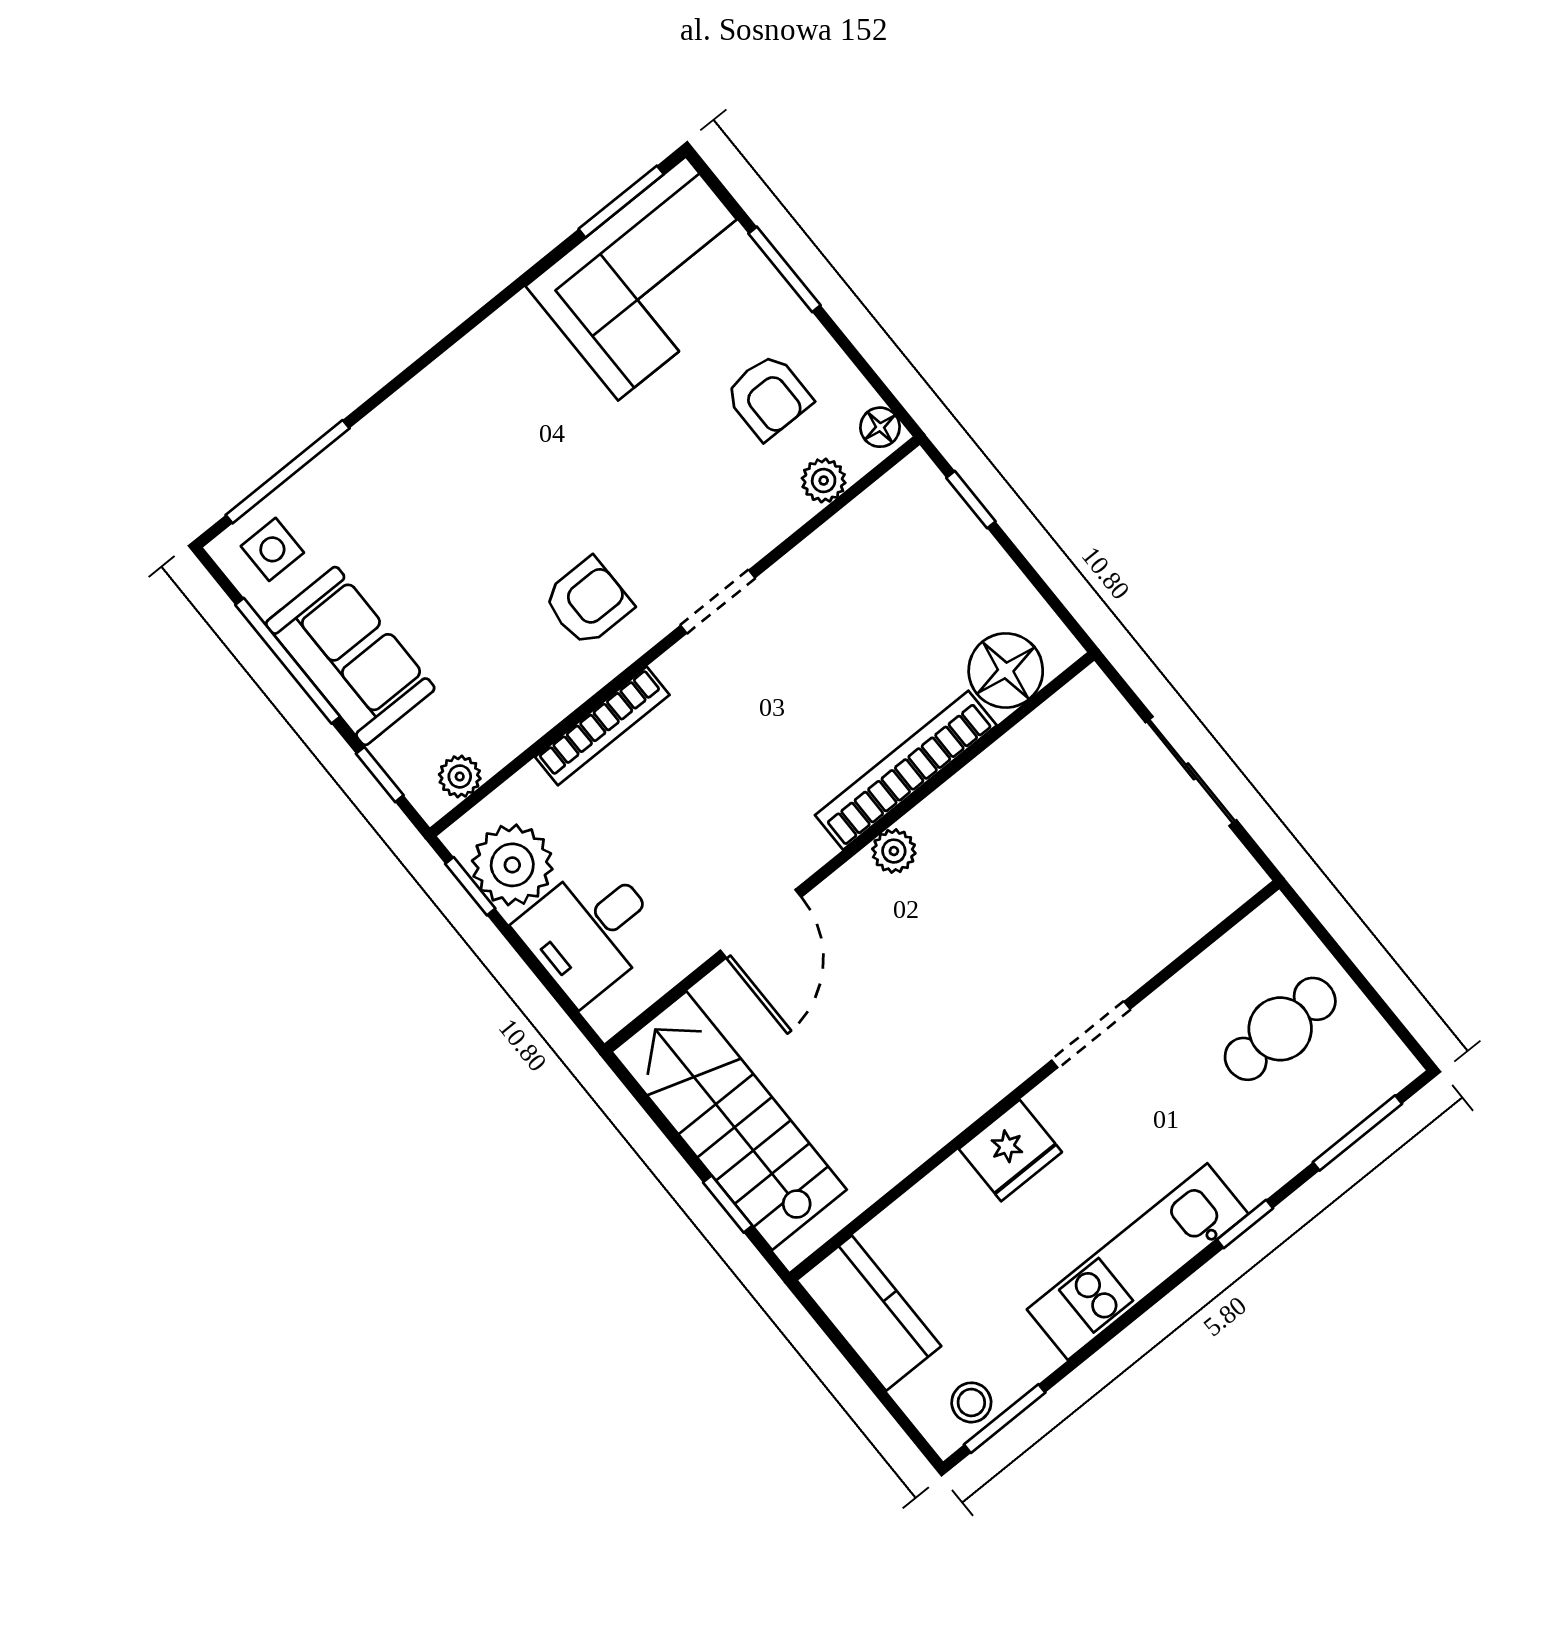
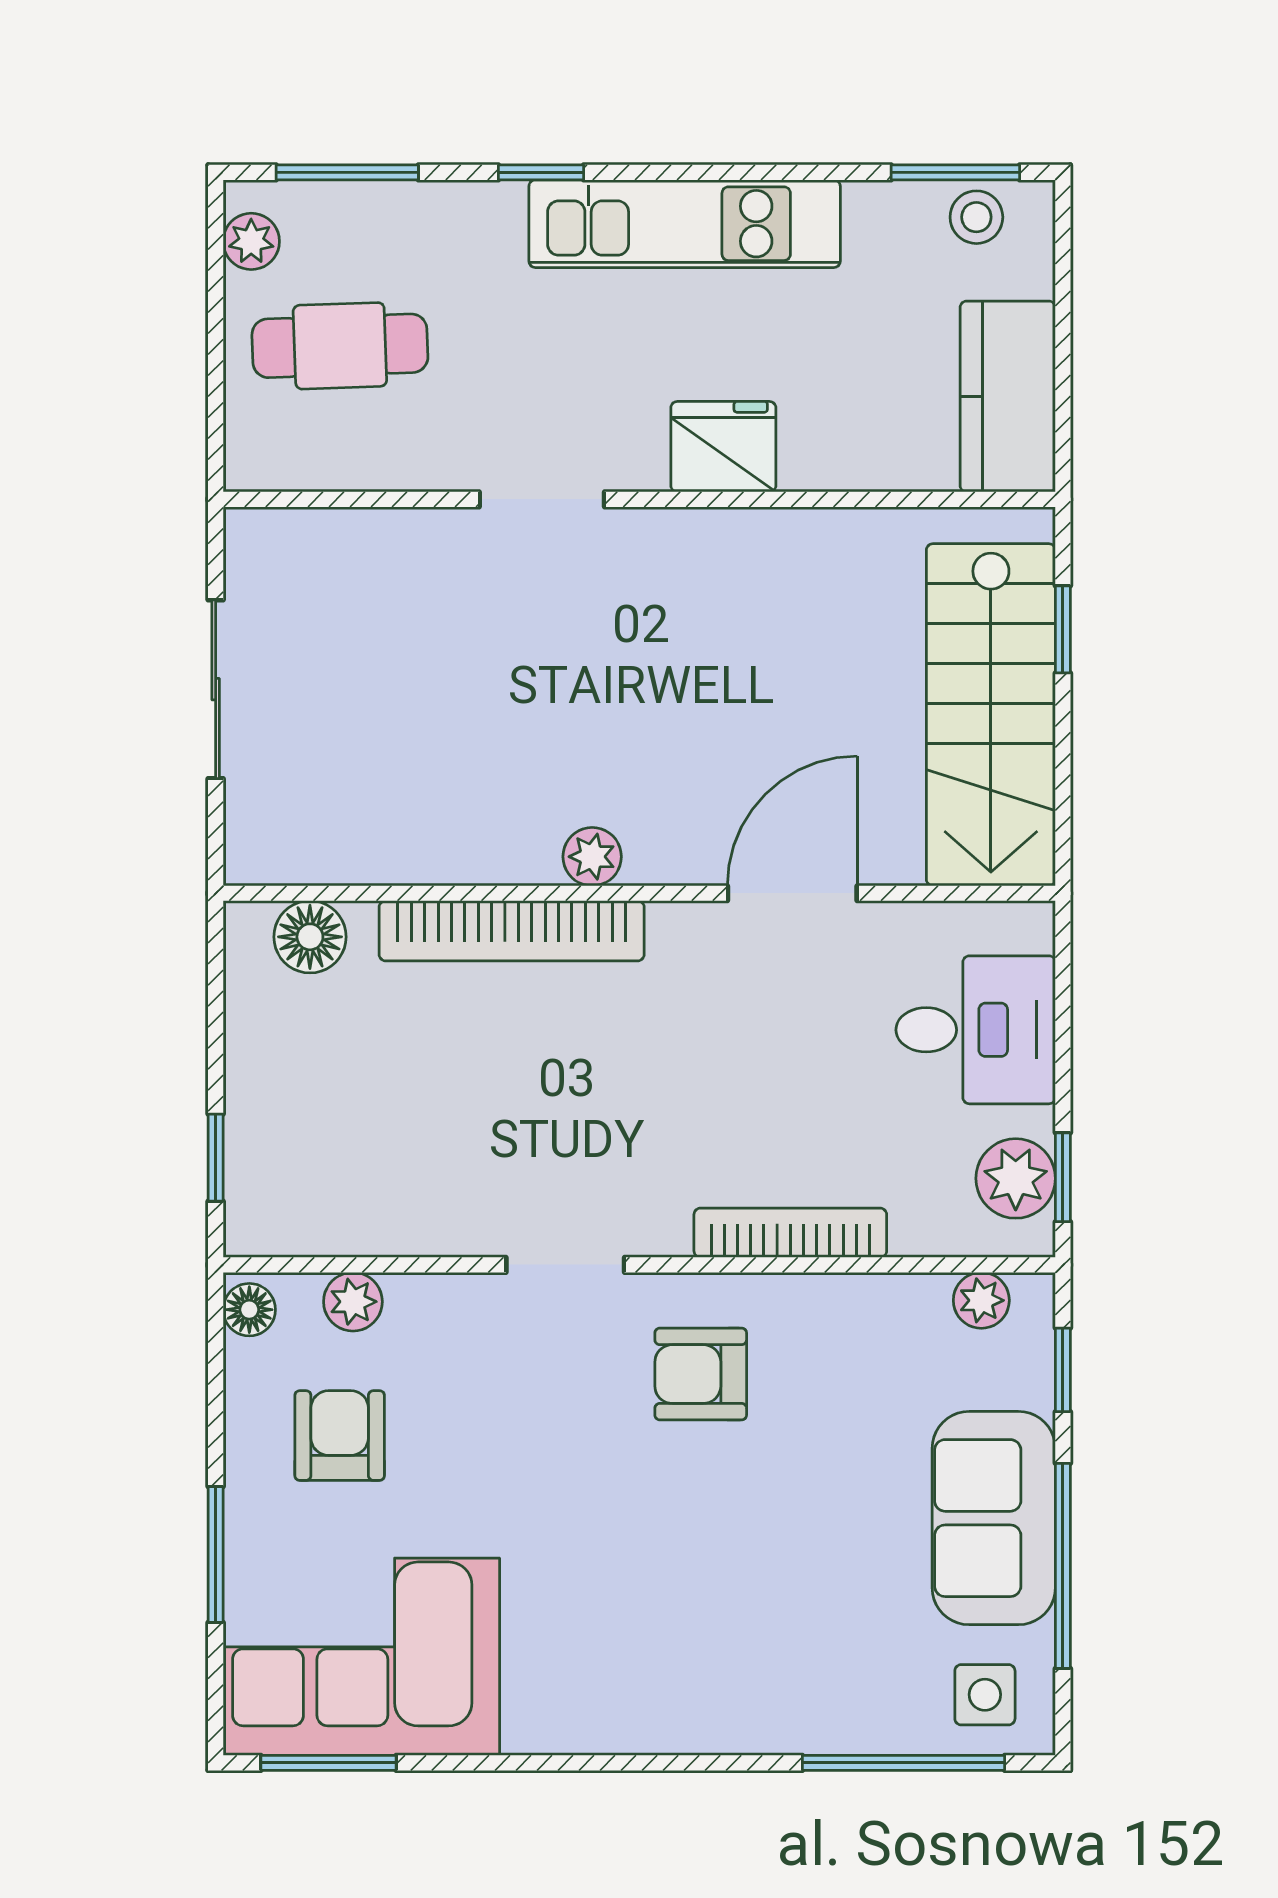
floor lamp: (1006, 670) -> (310, 937), width x0.73, depth x0.73
plant: (512, 865) -> (1016, 1178), width x0.73, depth x0.73
plant: (1381, 1048) -> (251, 241), added

